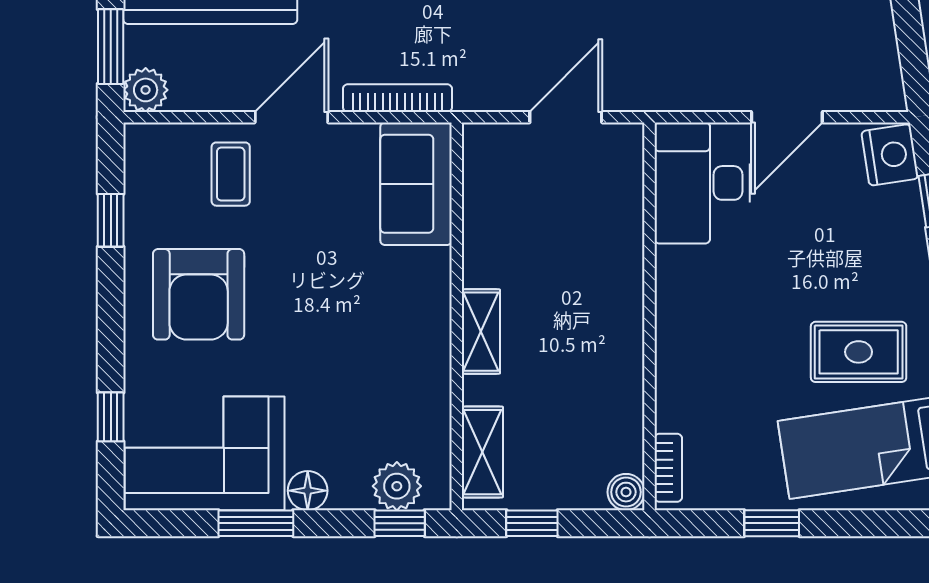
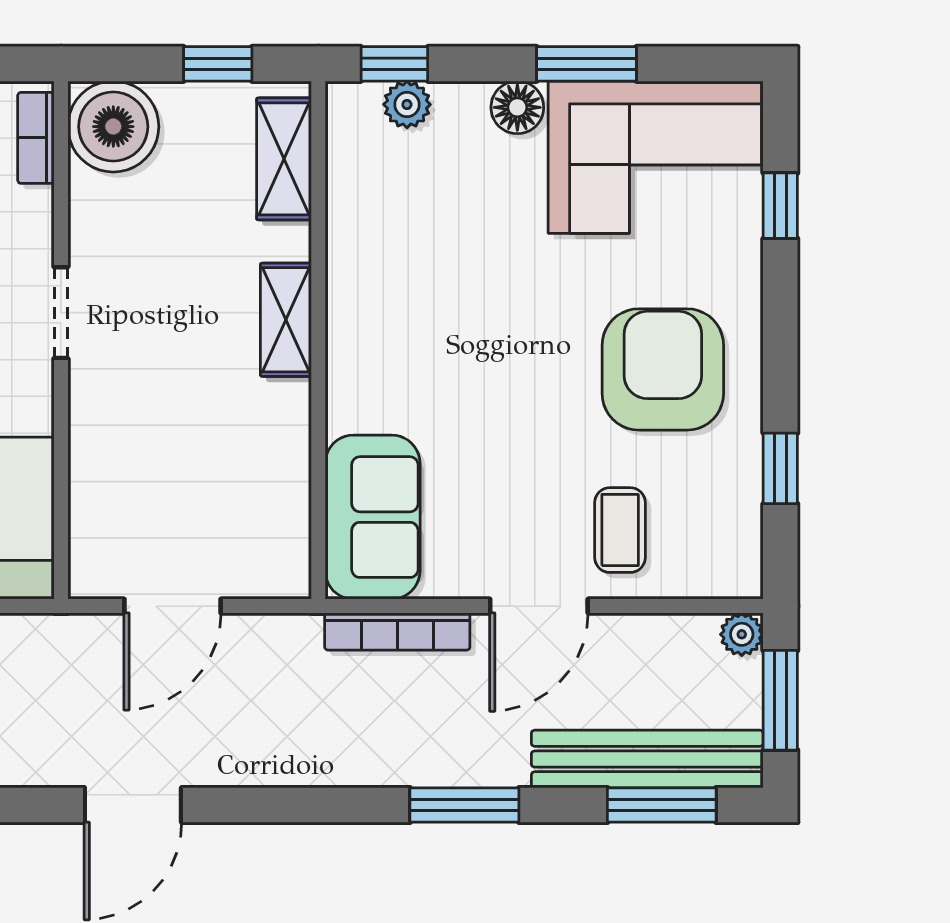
plant: (146, 90) -> (742, 634), width x0.73, depth x0.73
doorway: (649, 337) -> (61, 313), added
plant: (397, 486) -> (407, 104), width x0.73, depth x0.73
boiler: (626, 492) -> (113, 127), width x1.86, depth x1.86

